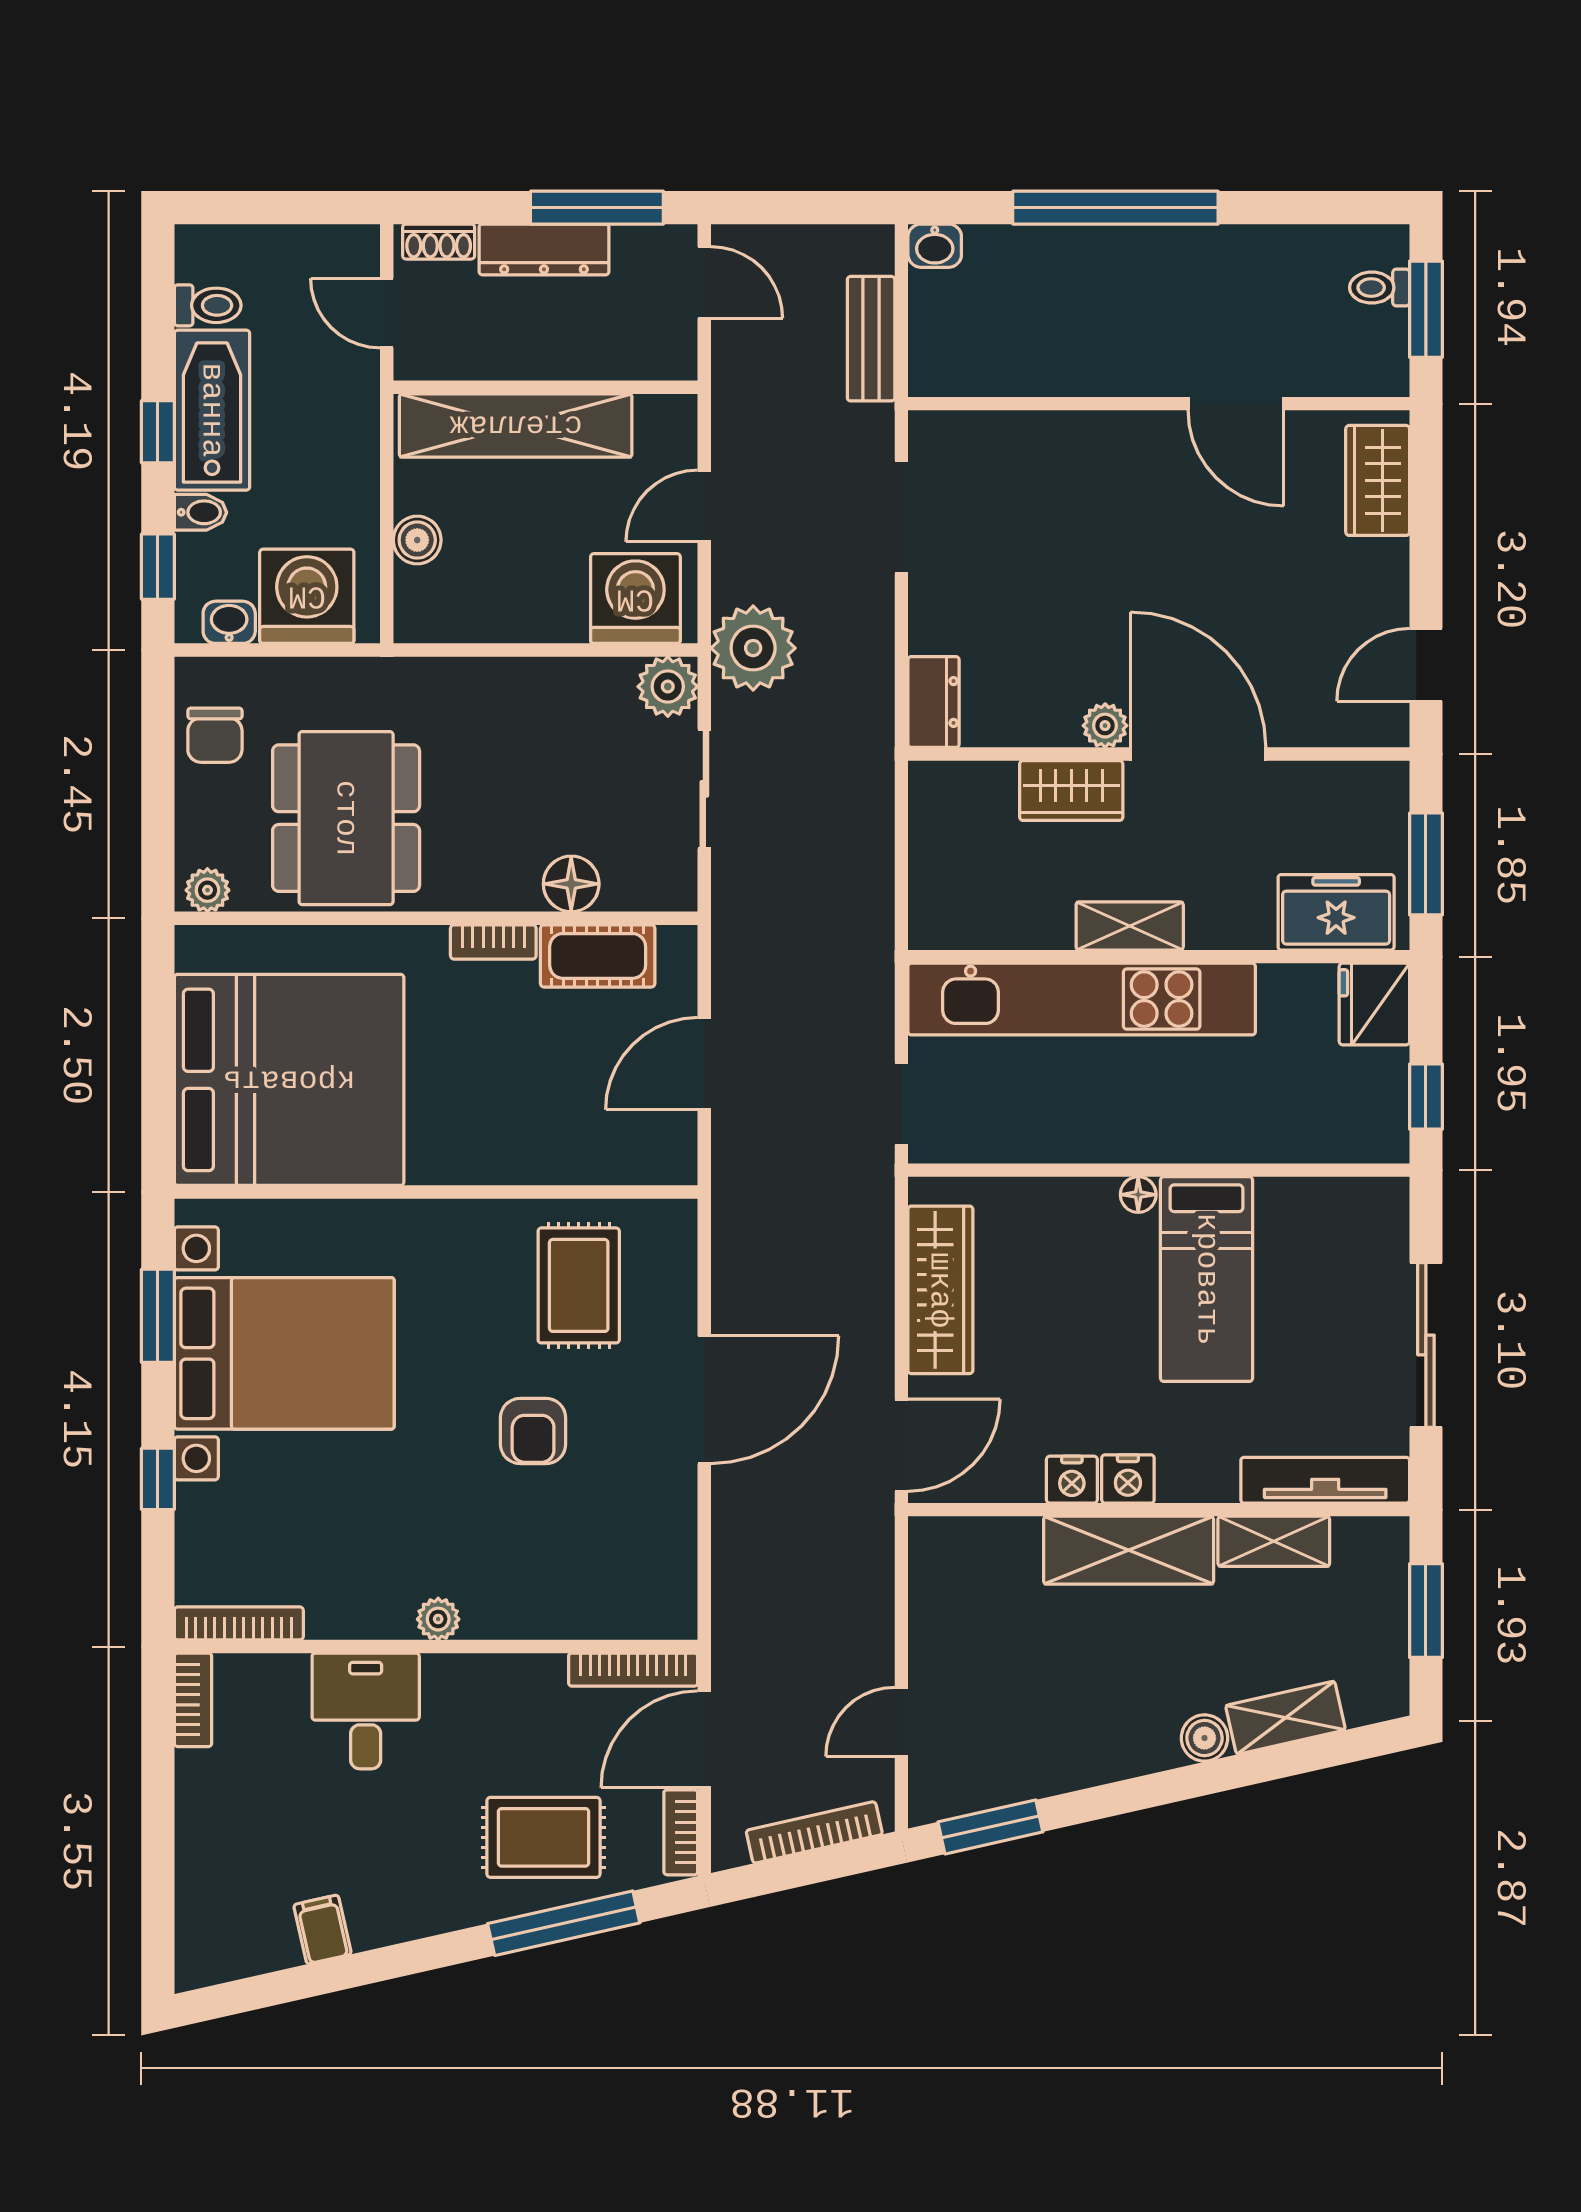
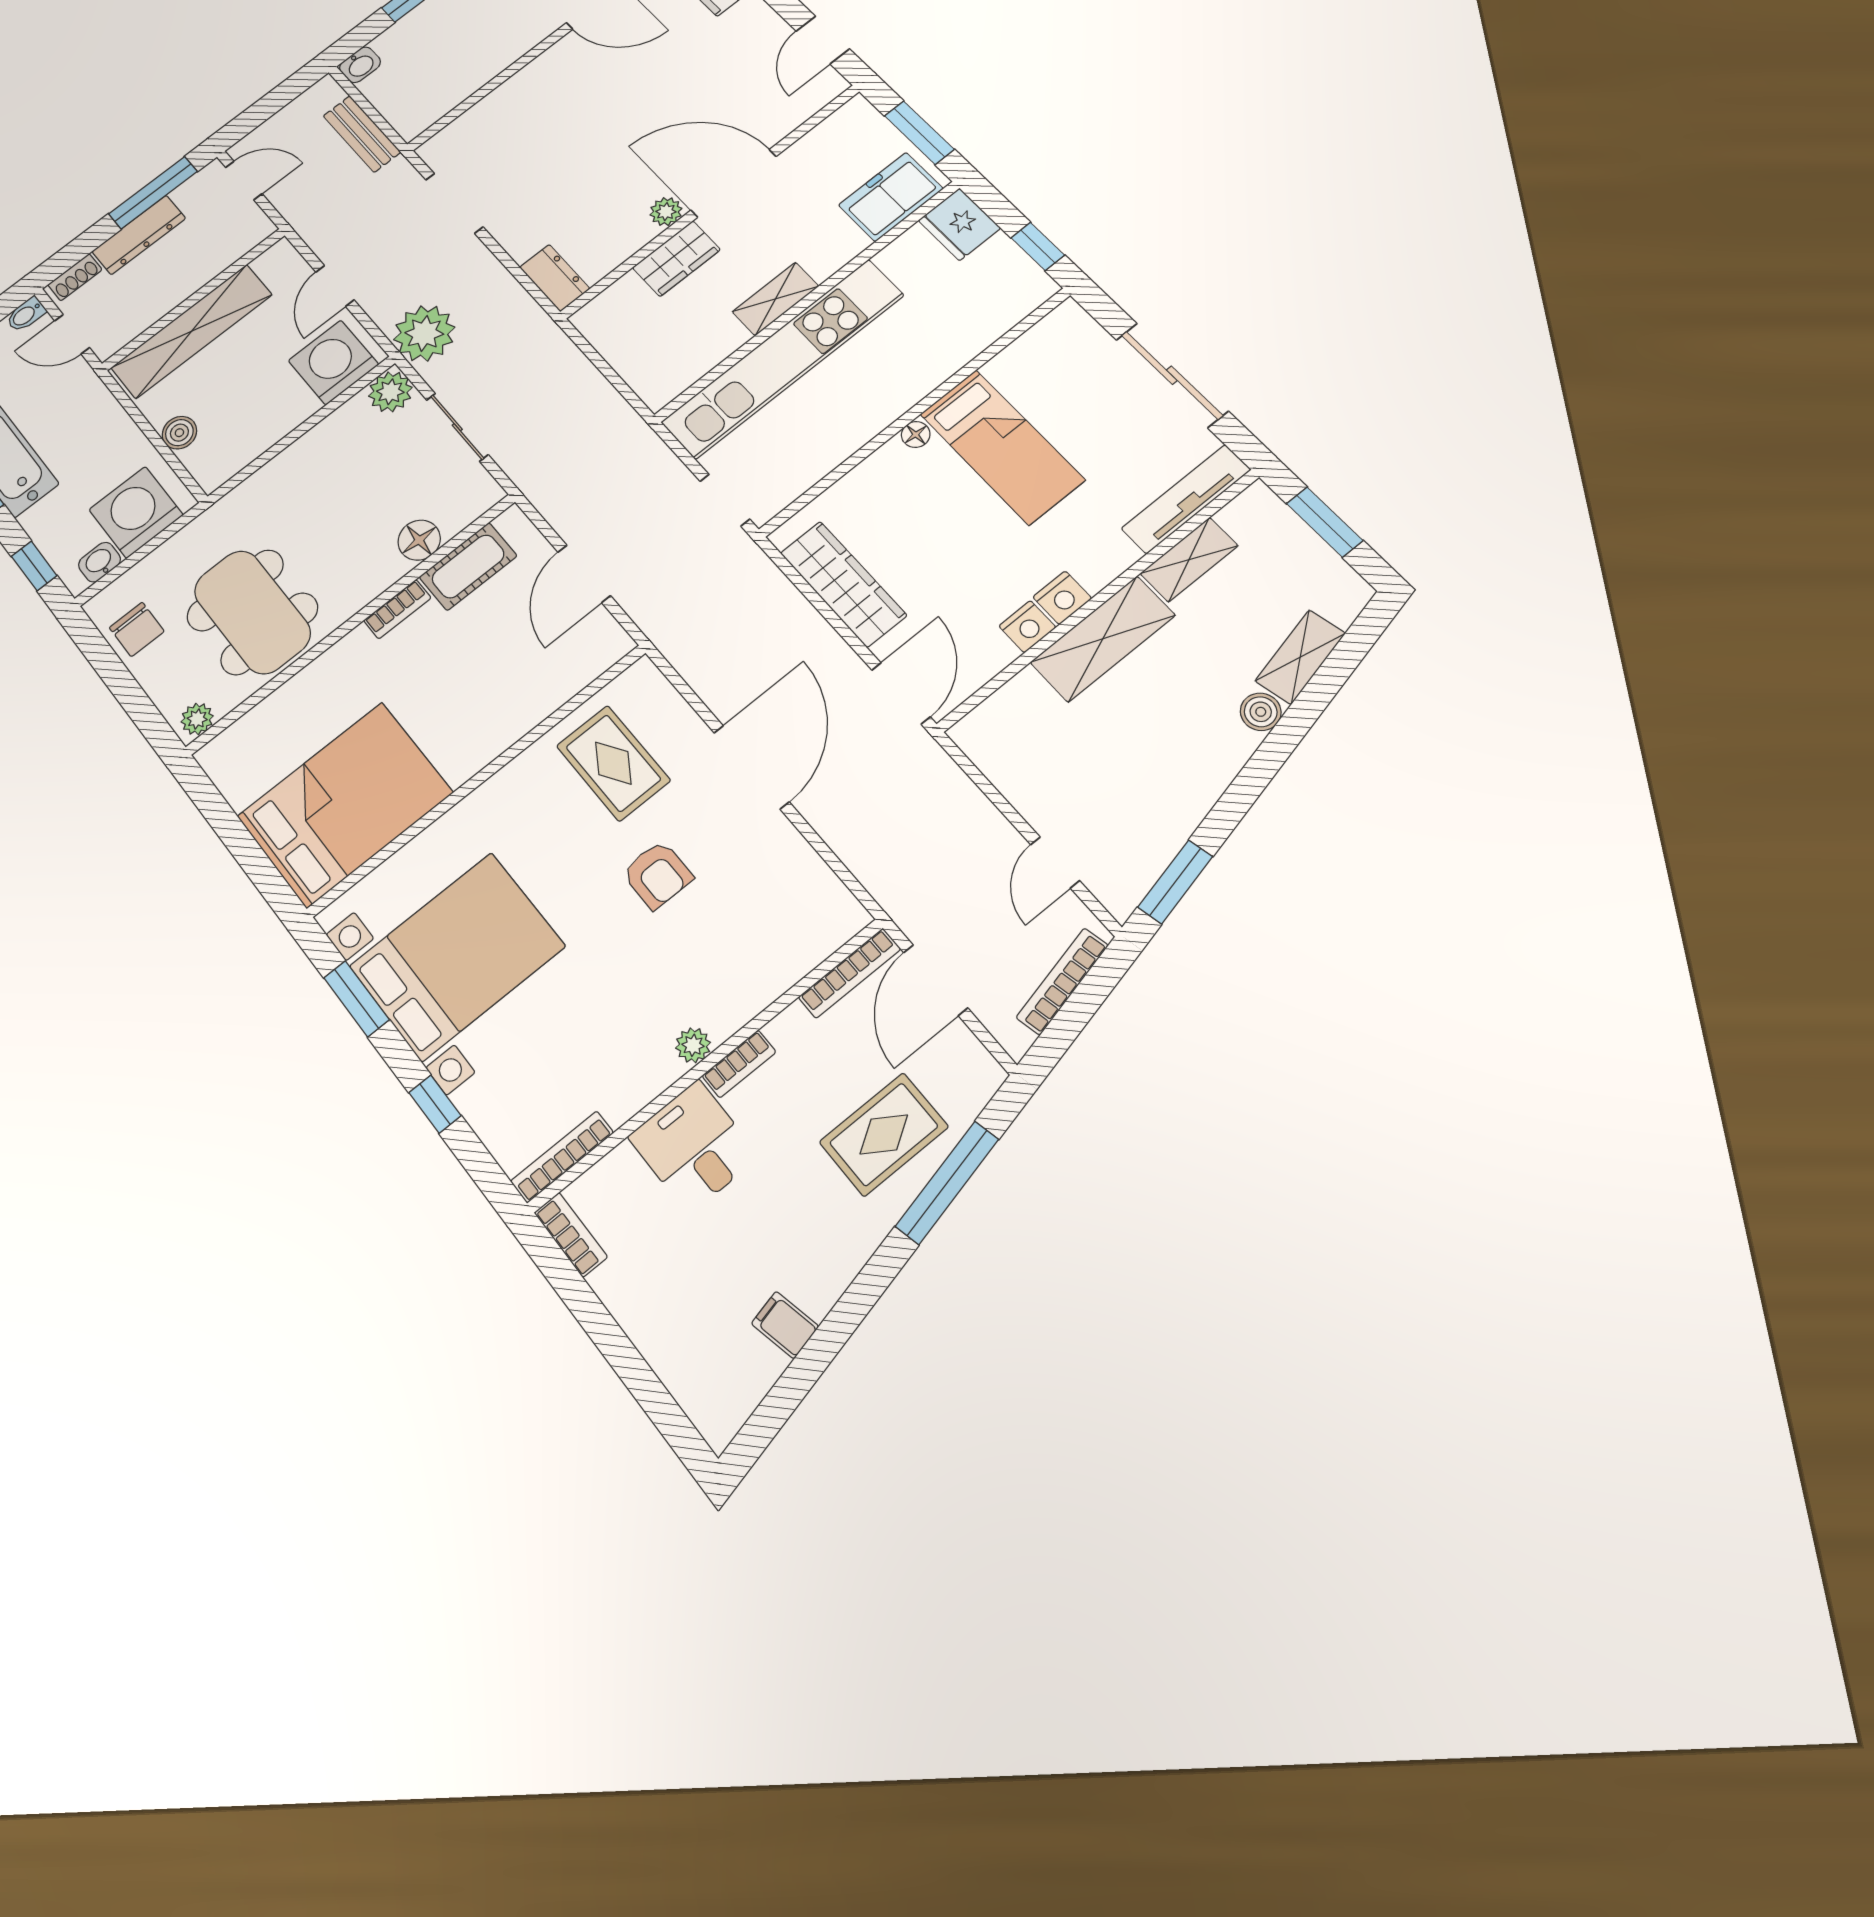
bidet: (200, 512) -> (26, 314), moved, turned 180
bed: (289, 1080) -> (345, 804), width x0.73
bookcase: (681, 1832) -> (739, 1064), moved, turned -90

